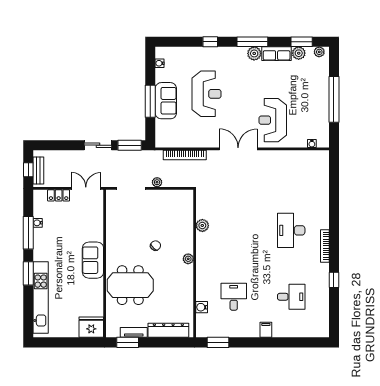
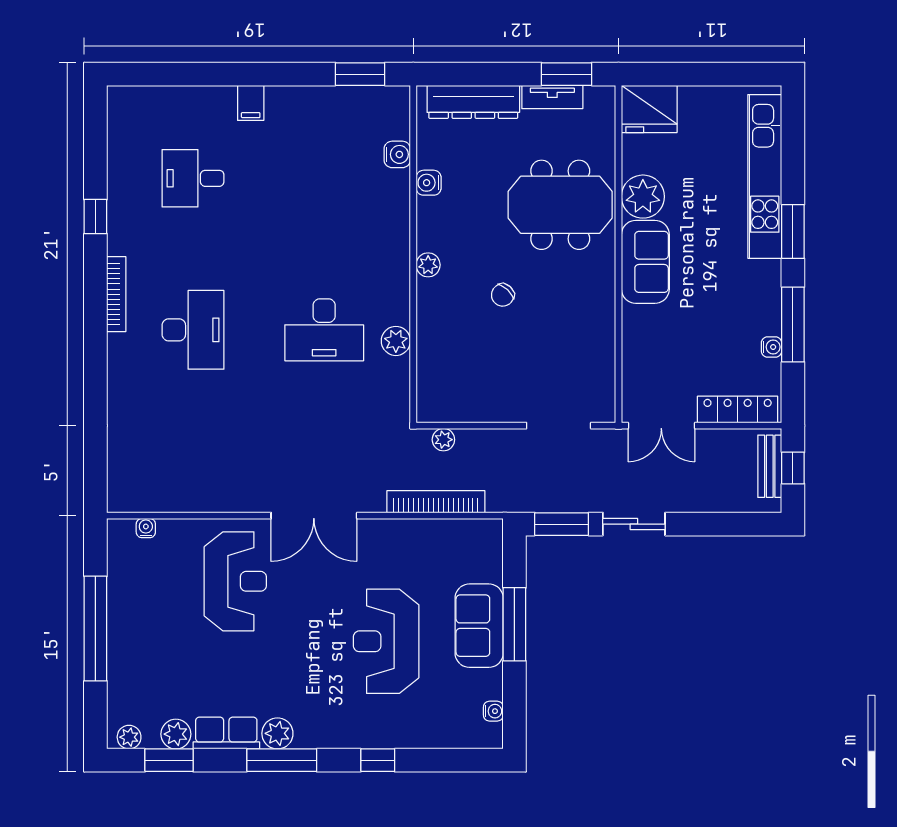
plant: (157, 182) -> (443, 440), moved
locker: (59, 195) -> (738, 410), width x1.53
plant: (94, 289) -> (643, 197), added
water cooler: (188, 295) -> (429, 183), added
desk: (234, 297) -> (324, 330), moved, width x1.37

